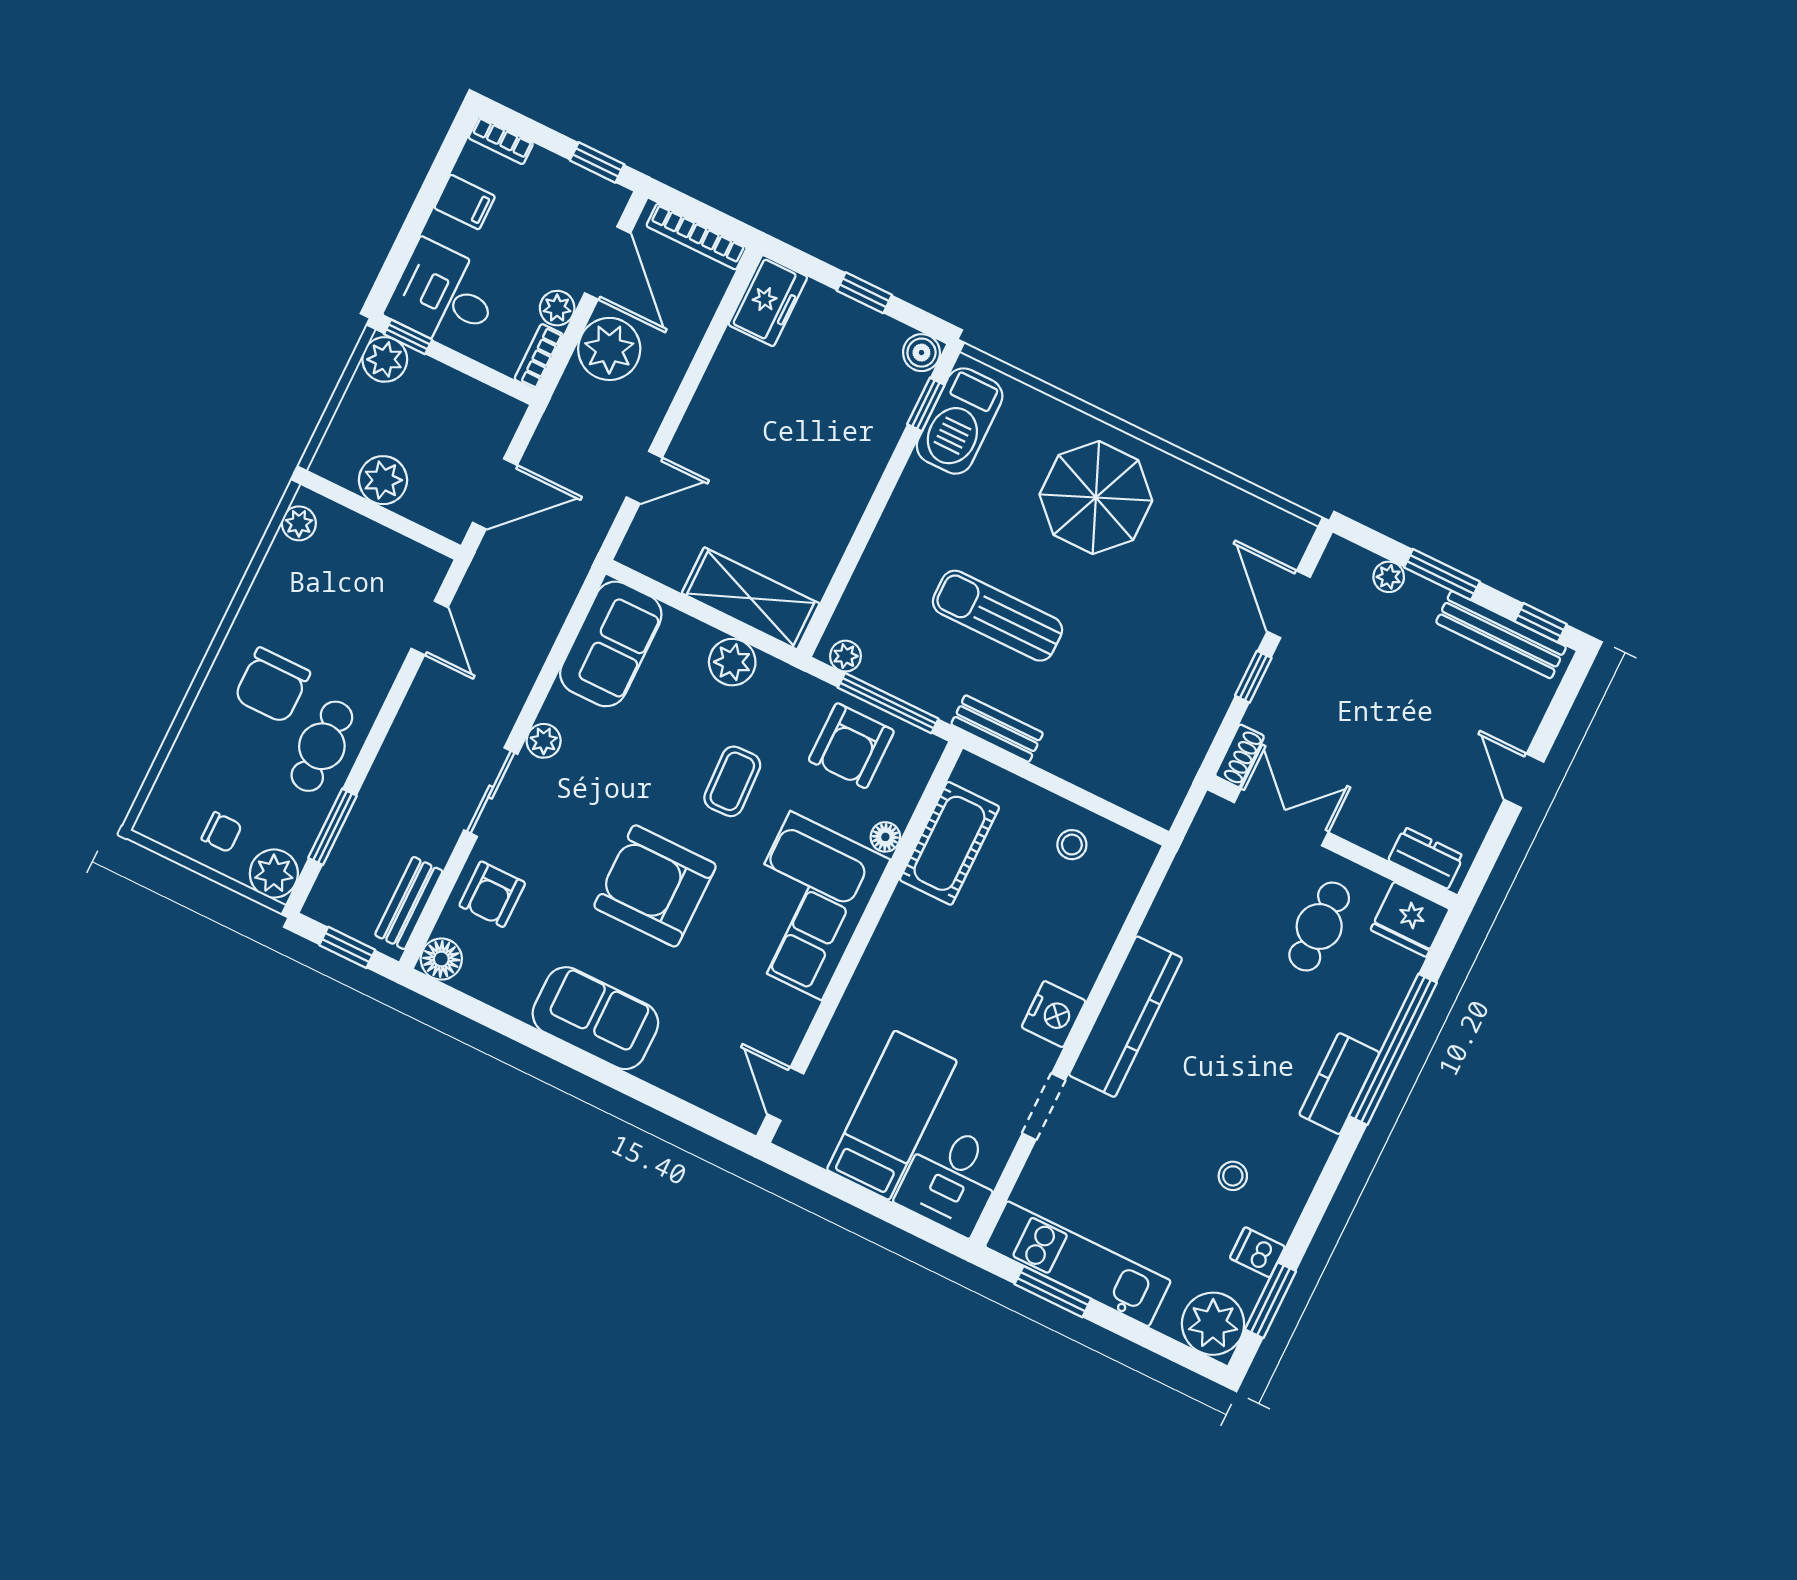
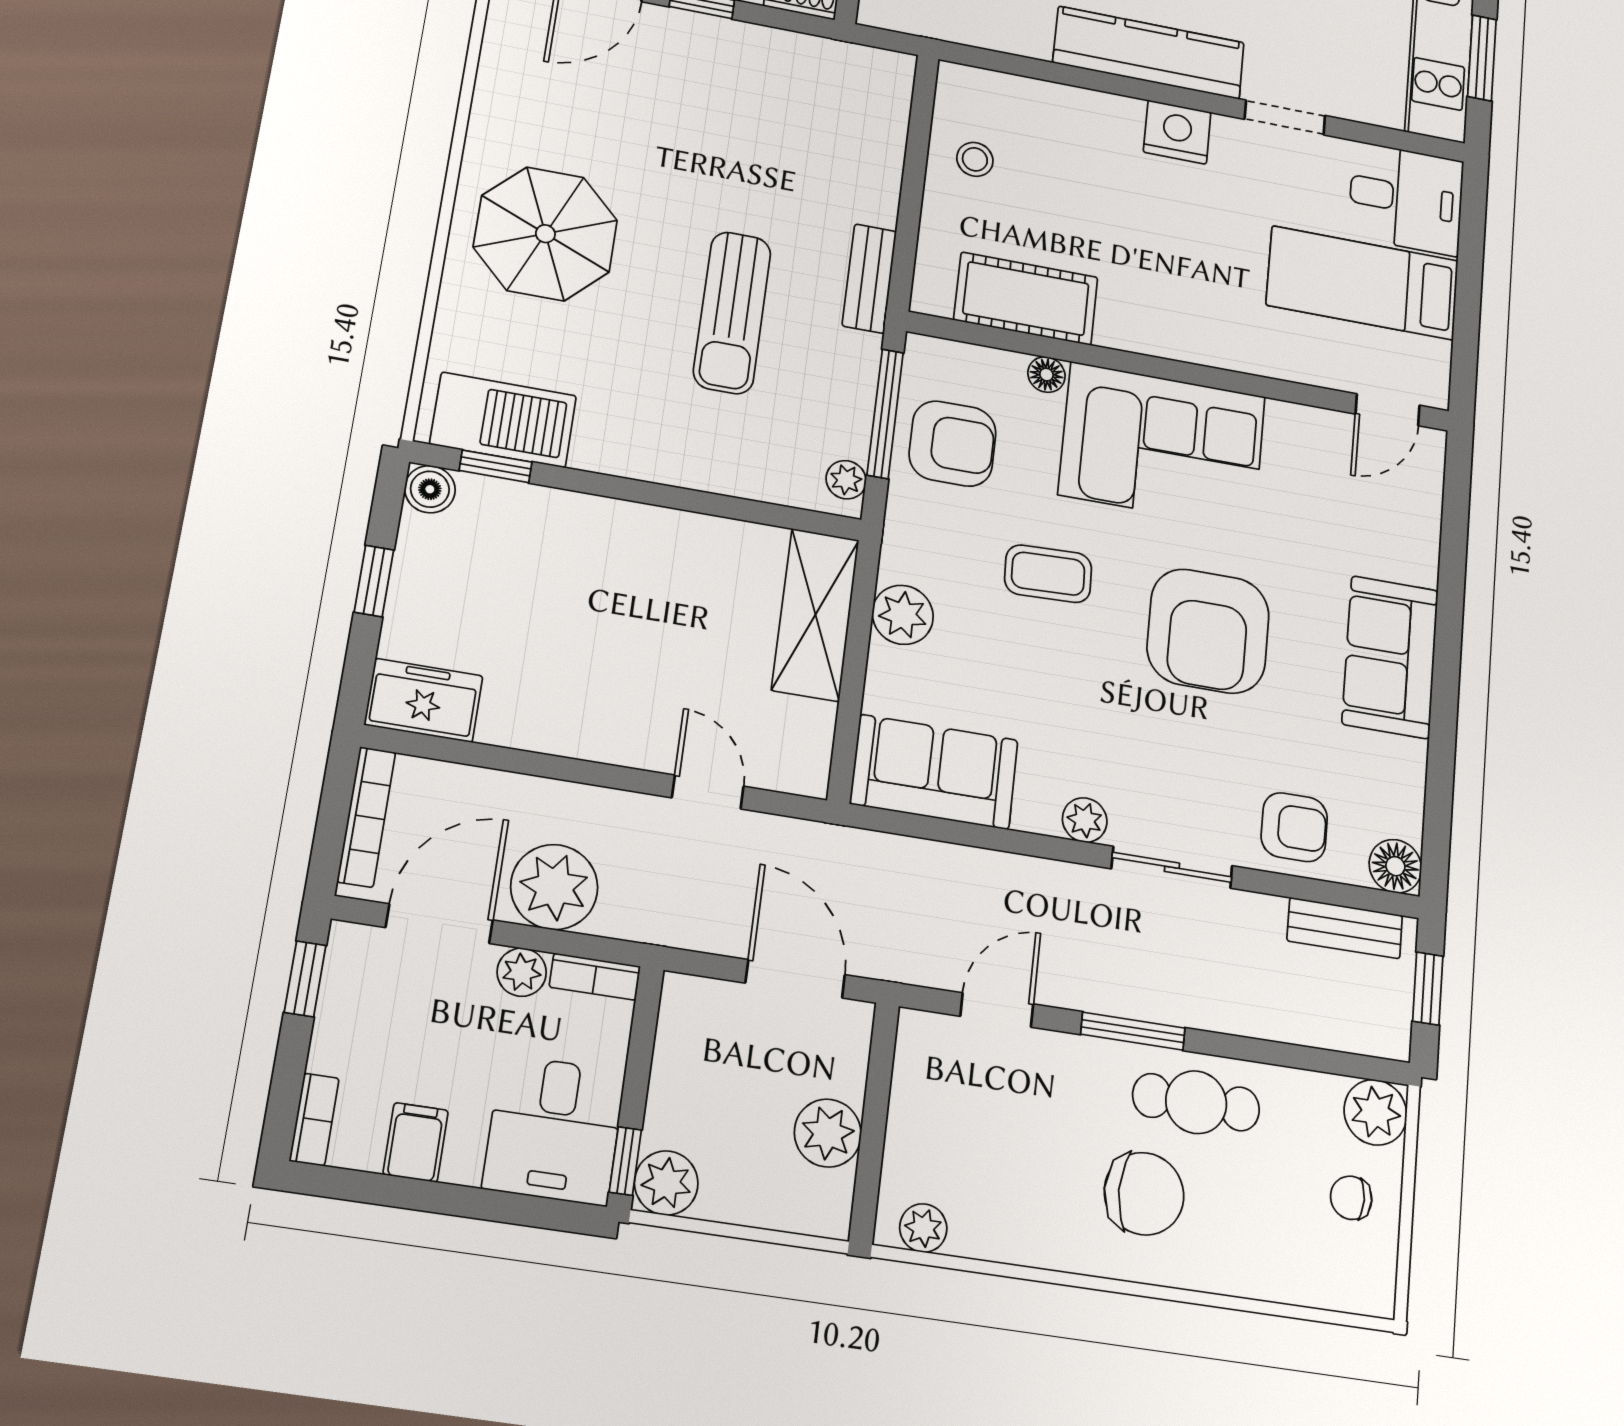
window: (332, 827) -> (1133, 1031), moved
chair: (222, 832) -> (1351, 1198), turned -90

